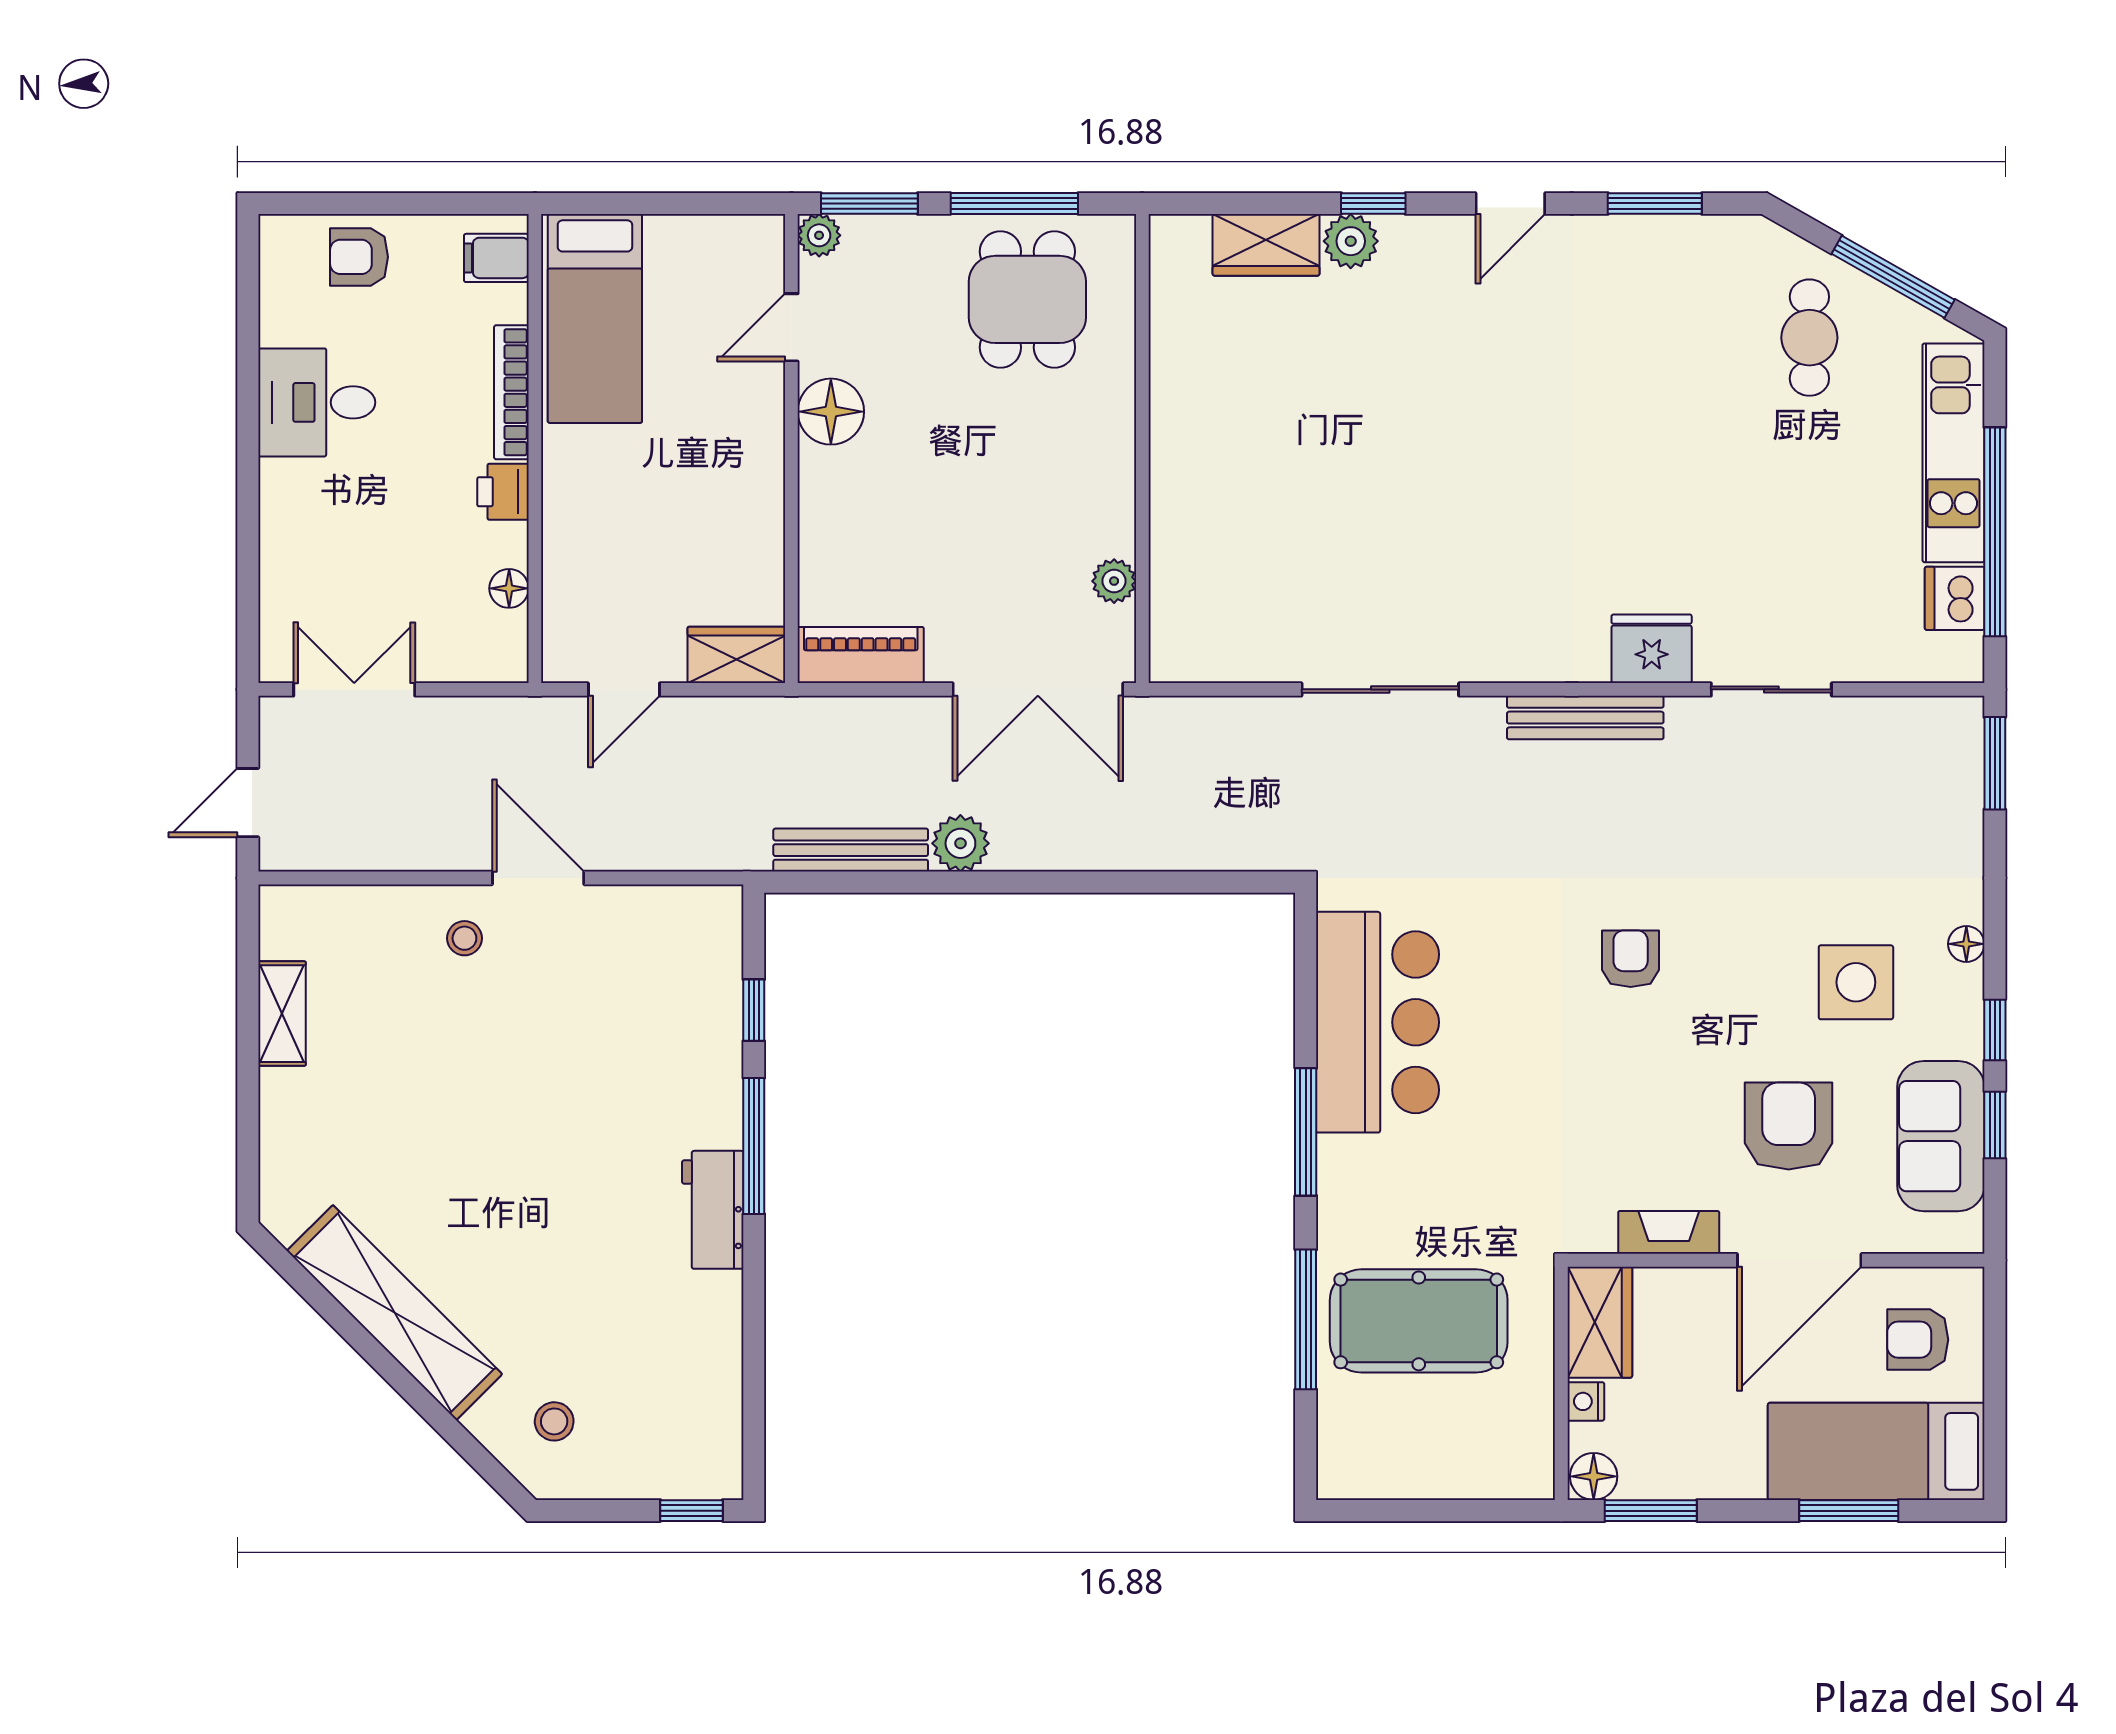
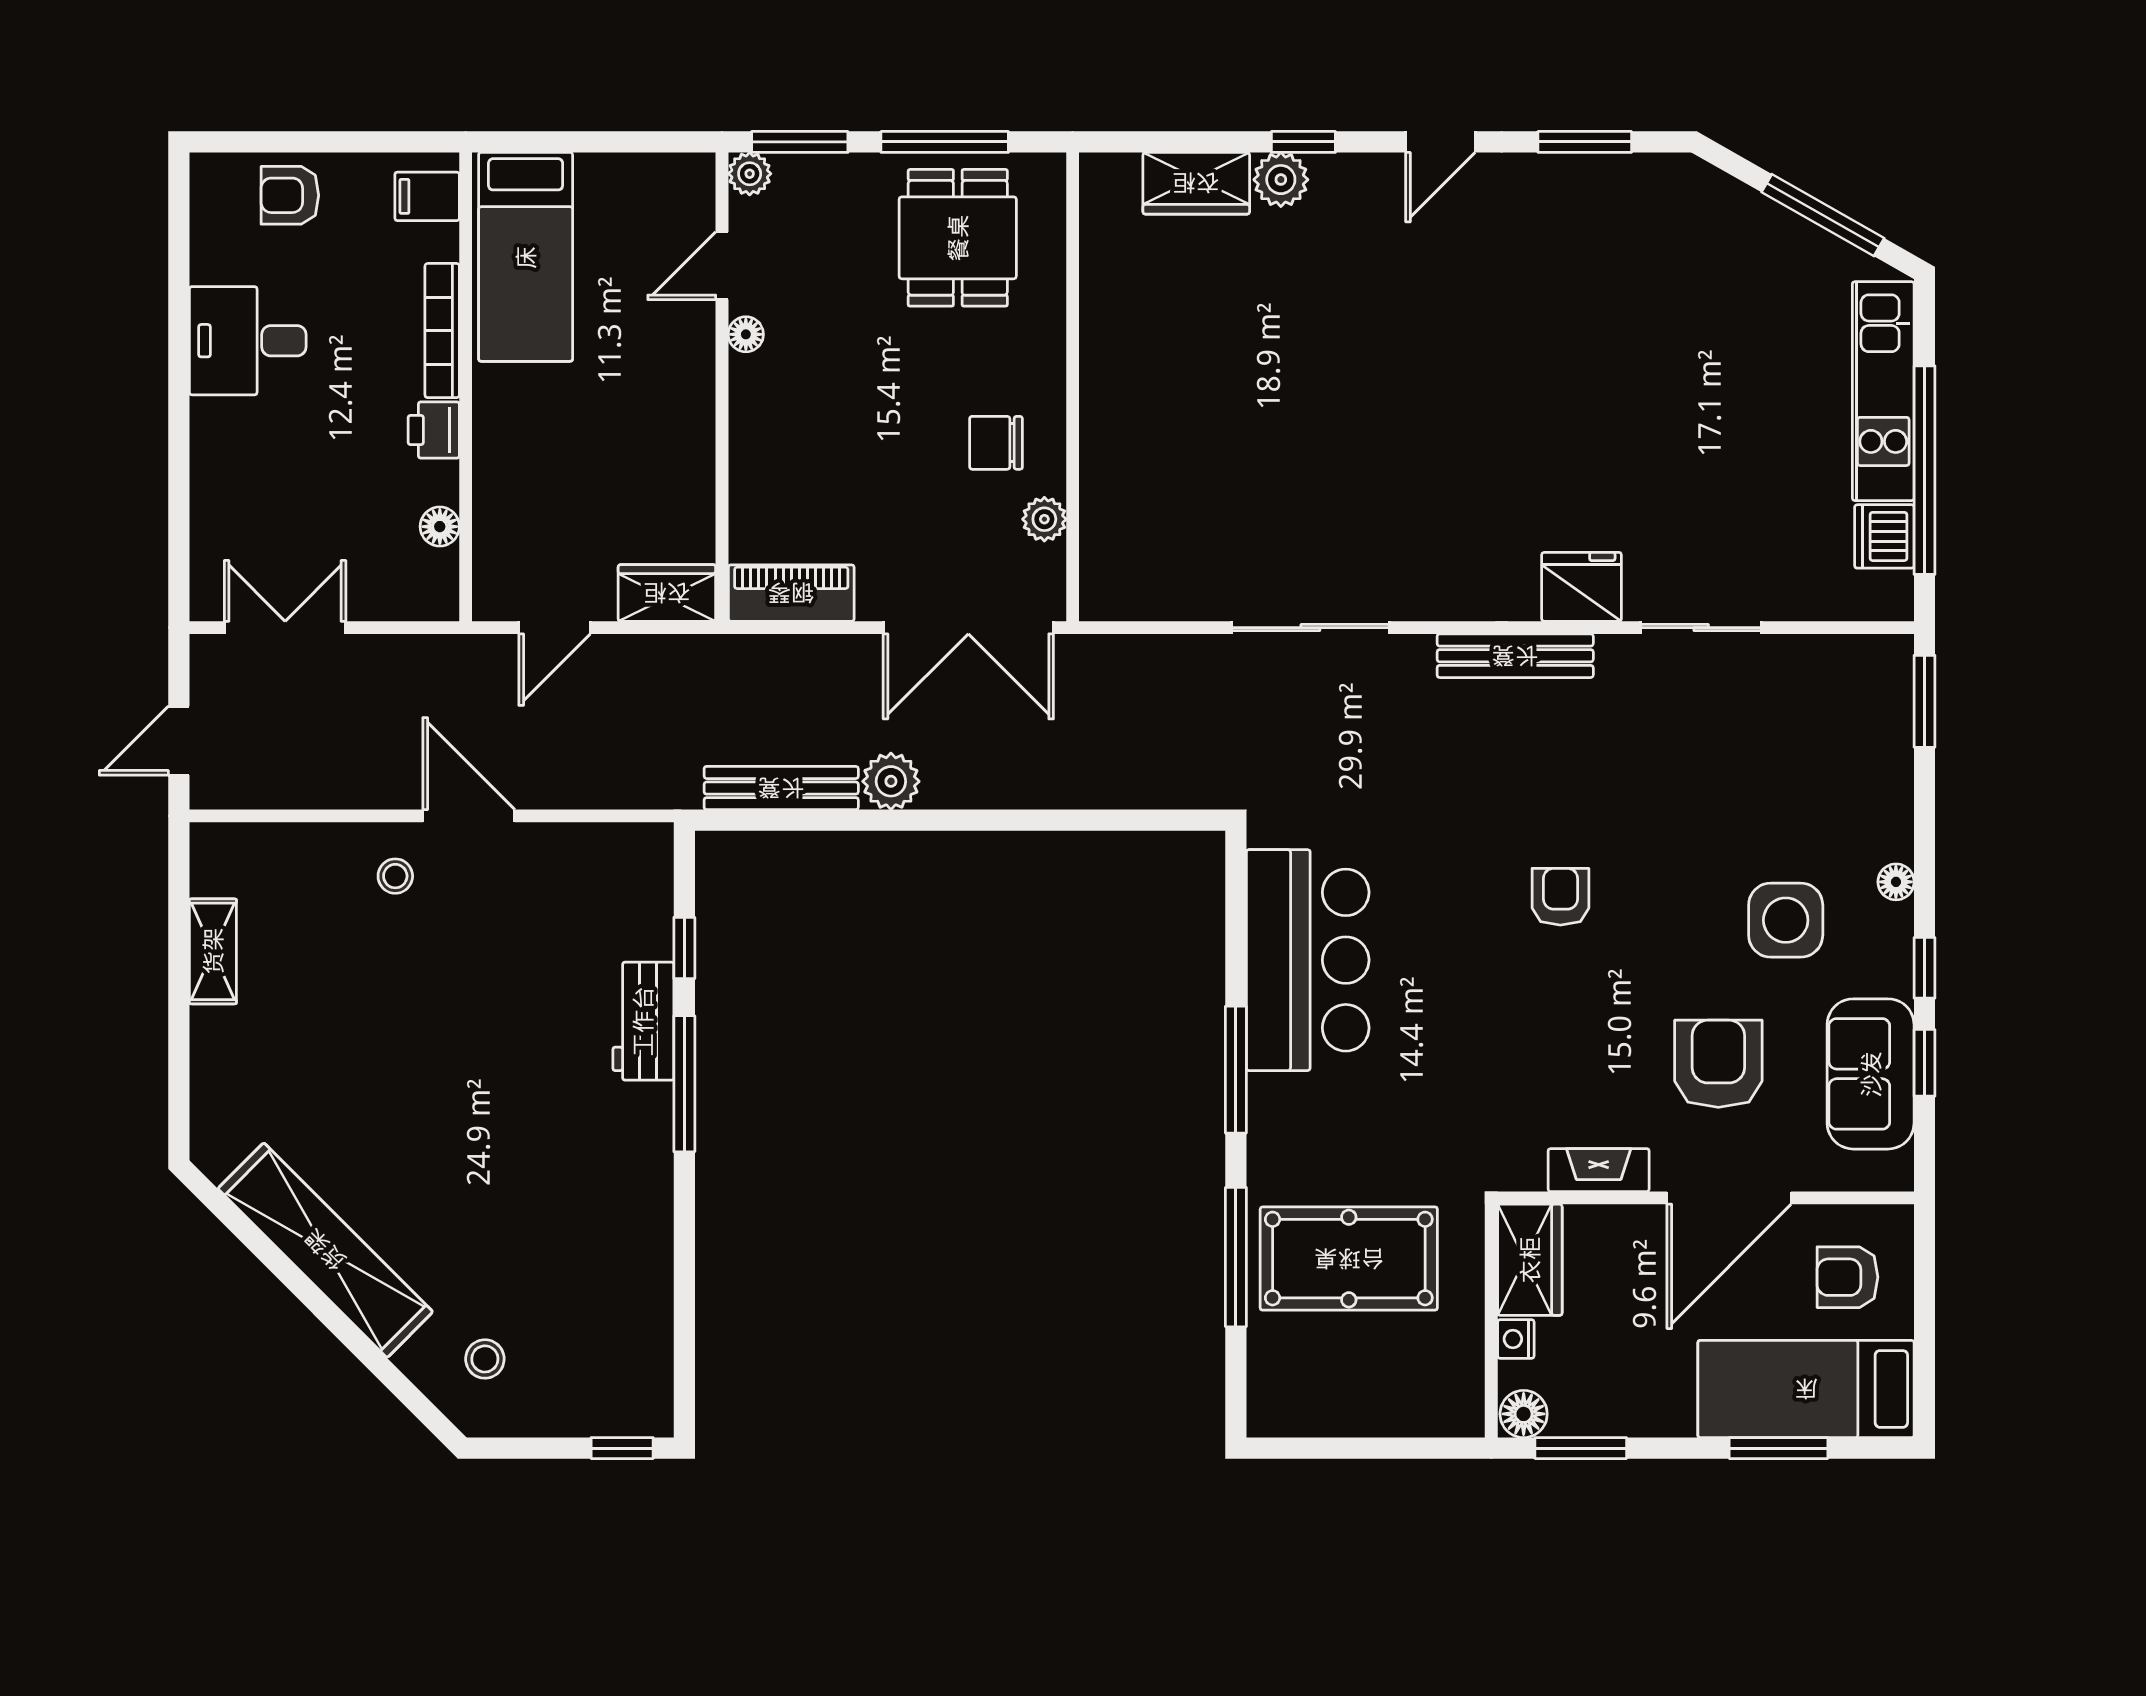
cafe table: (1809, 338) -> (1739, 276), removed
floor lamp: (831, 412) -> (746, 334), width x0.53, depth x0.53
chair: (1066, 505) -> (996, 443), added
workbench: (713, 1210) -> (643, 1021), moved

